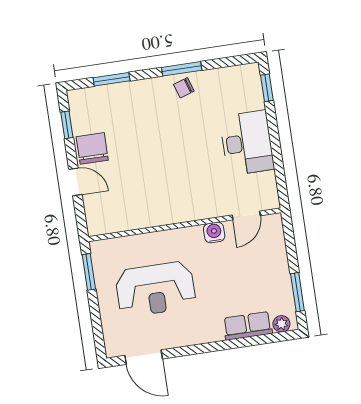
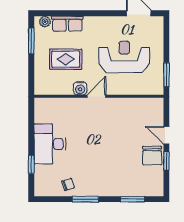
chair: (184, 88) -> (68, 184), moved
window: (267, 88) -> (31, 164), moved
window: (67, 125) -> (166, 161), moved
door: (246, 215) -> (96, 96), moved
rug: (242, 272) -> (66, 59), added

